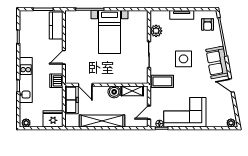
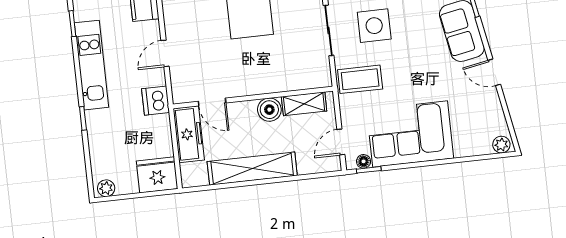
side table: (183, 59) -> (374, 26), moved
kitchen unit: (26, 80) -> (92, 65), moved

